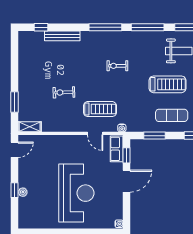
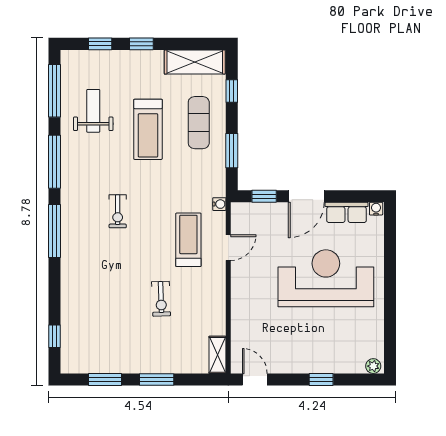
bench: (62, 36) -> (69, 302), removed
window: (15, 58) -> (105, 379), added
treadmill: (167, 84) -> (148, 129), turned 180
window: (15, 102) -> (157, 379), moved
row of seats: (117, 149) -> (347, 212), moved
door: (127, 181) -> (306, 196), swing flipped
plant: (23, 192) -> (373, 366), moved

